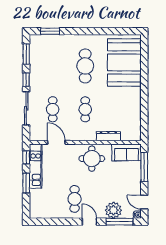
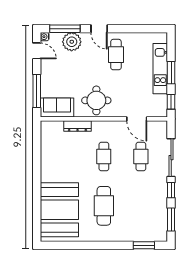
kitchen unit: (36, 166) -> (160, 69), moved

